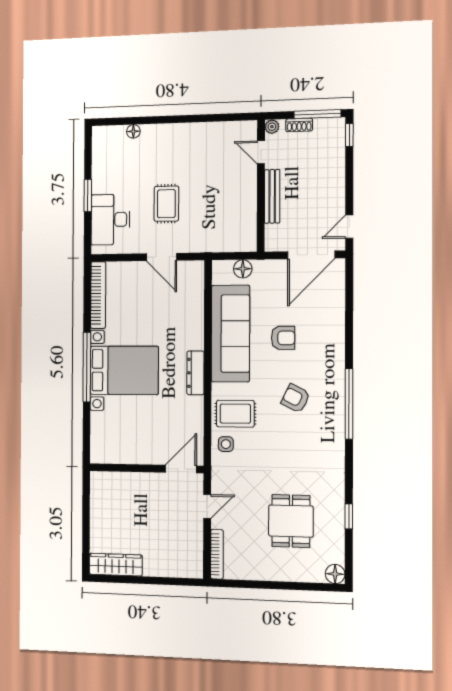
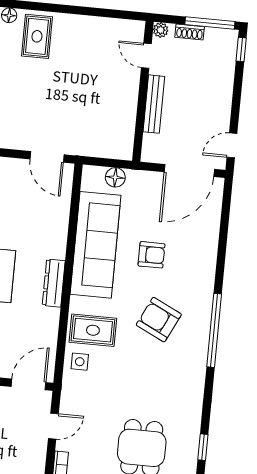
rug: (166, 204) -> (37, 36), moved
door: (161, 257) -> (47, 157), moved
armchair: (296, 398) -> (159, 320), width x1.38, depth x1.38

